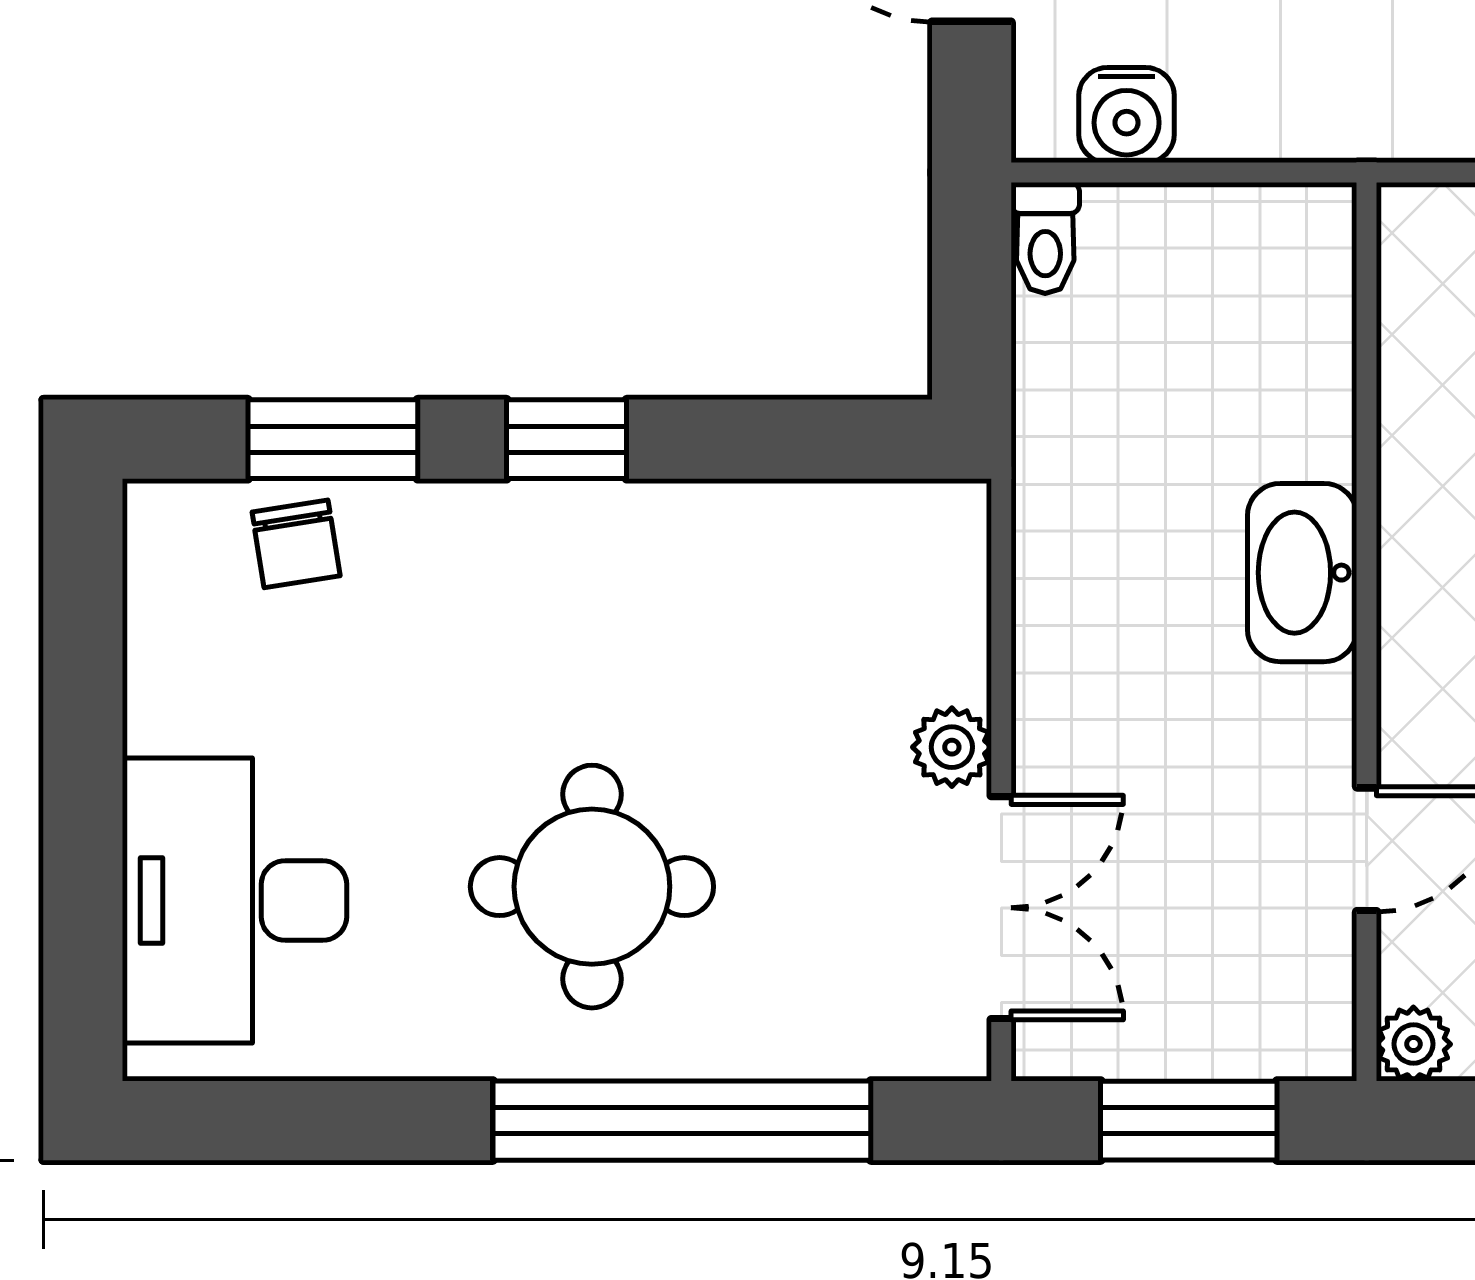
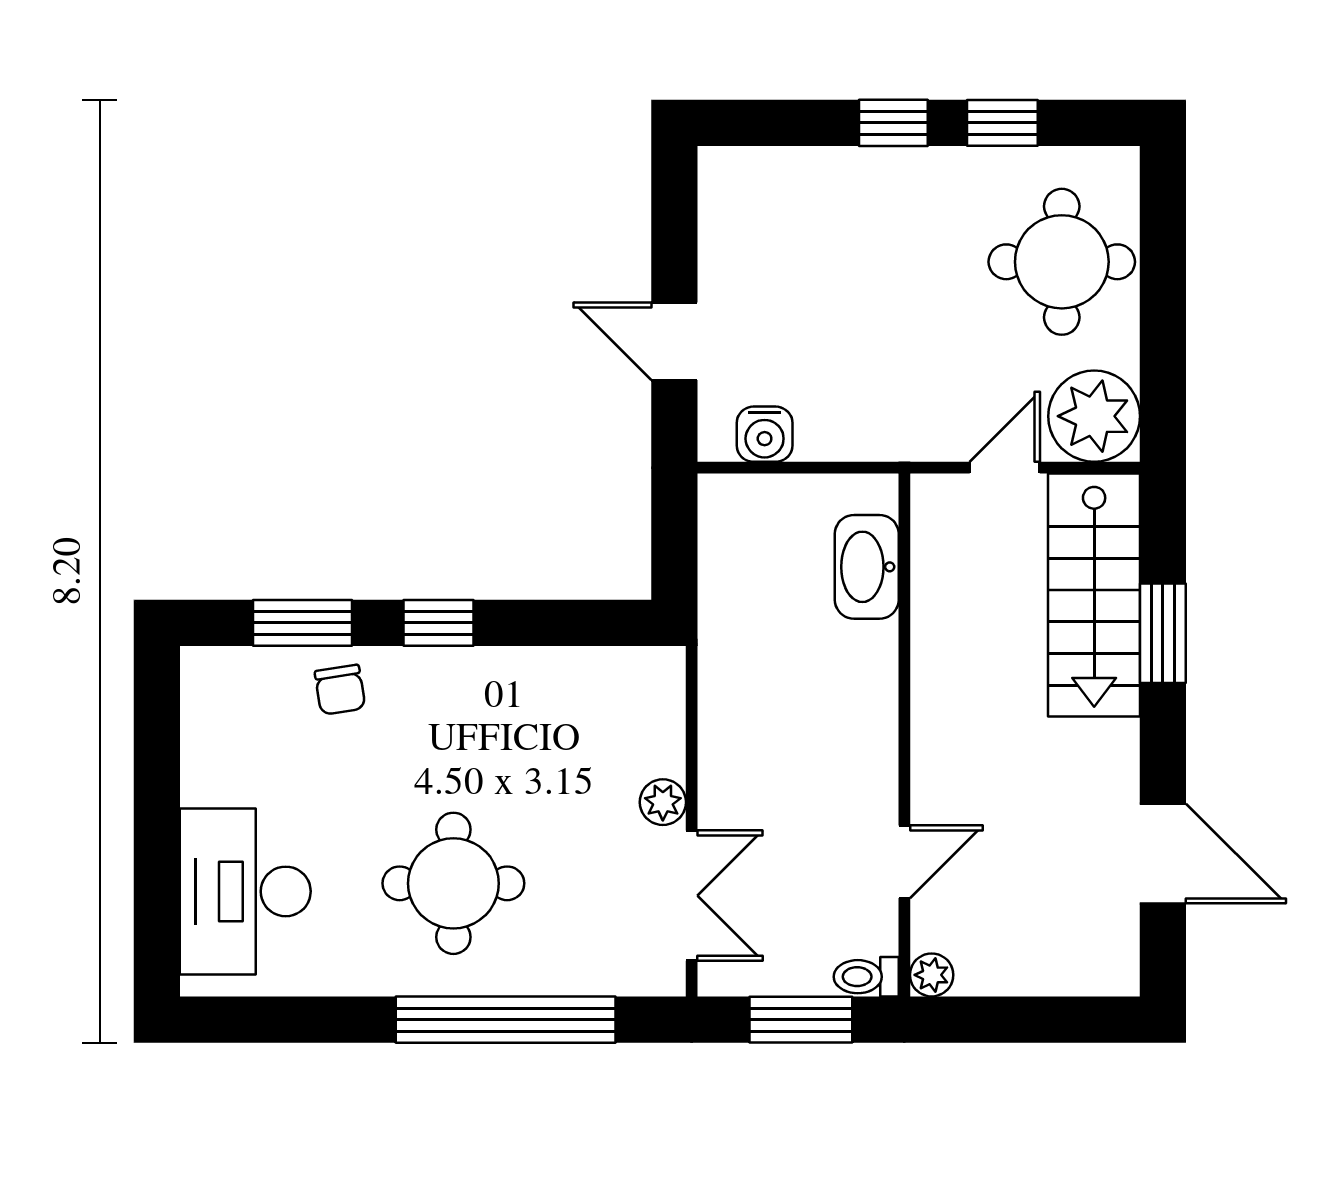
toilet: (1045, 238) -> (866, 977), moved, turned 90
chair: (296, 544) -> (340, 690), moved
washbasin: (1302, 573) -> (867, 567), moved

